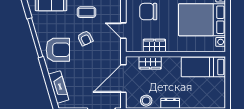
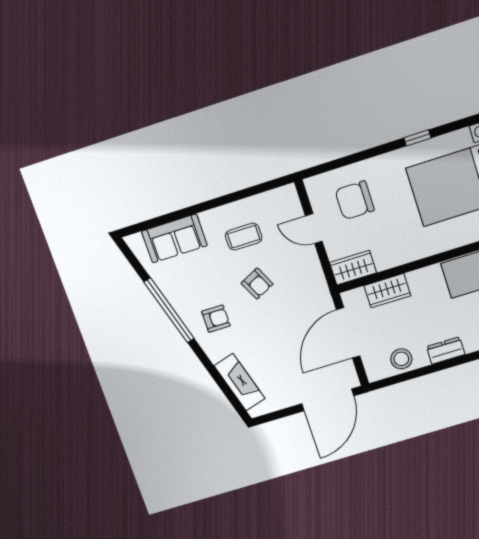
door: (123, 31) -> (314, 229), moved
wardrobe: (154, 45) -> (353, 268), moved
armchair: (58, 50) -> (216, 319), width x0.53, depth x0.53

